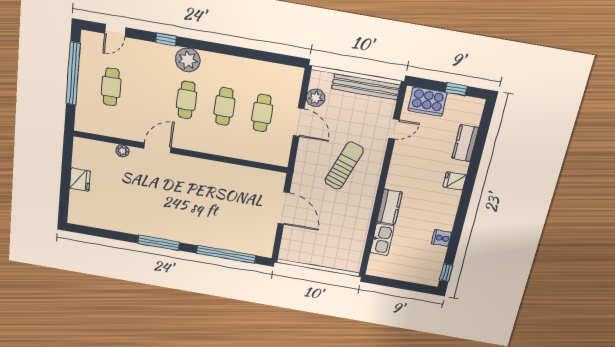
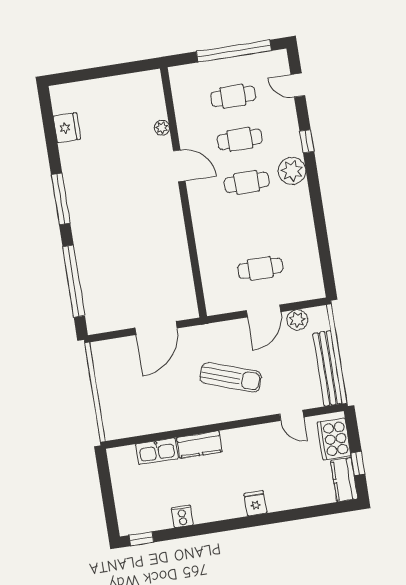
cafe table: (224, 106) -> (240, 139), moved
kitchen counter: (465, 143) -> (344, 480), moved, turned -90
fridge: (80, 180) -> (67, 128), moved, turned -90

